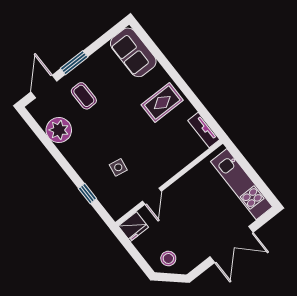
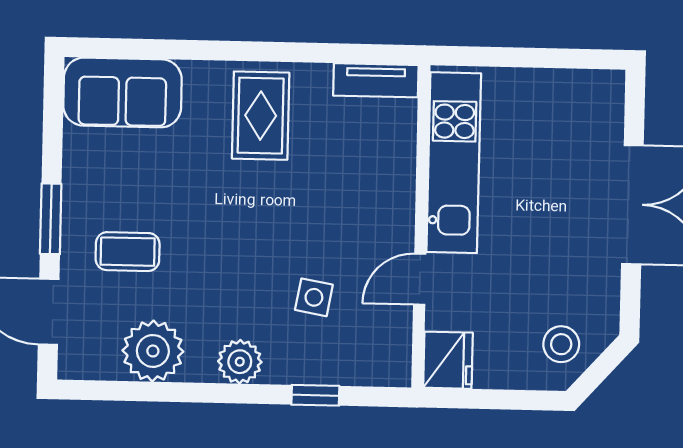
plant: (78, 161) -> (240, 362), added
kitchen unit: (242, 184) -> (454, 163), moved, turned -90
door: (152, 196) -> (420, 279), swing flipped

